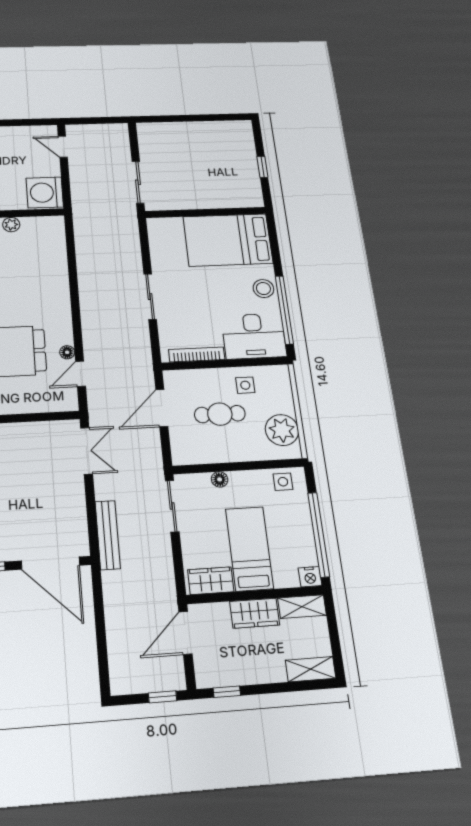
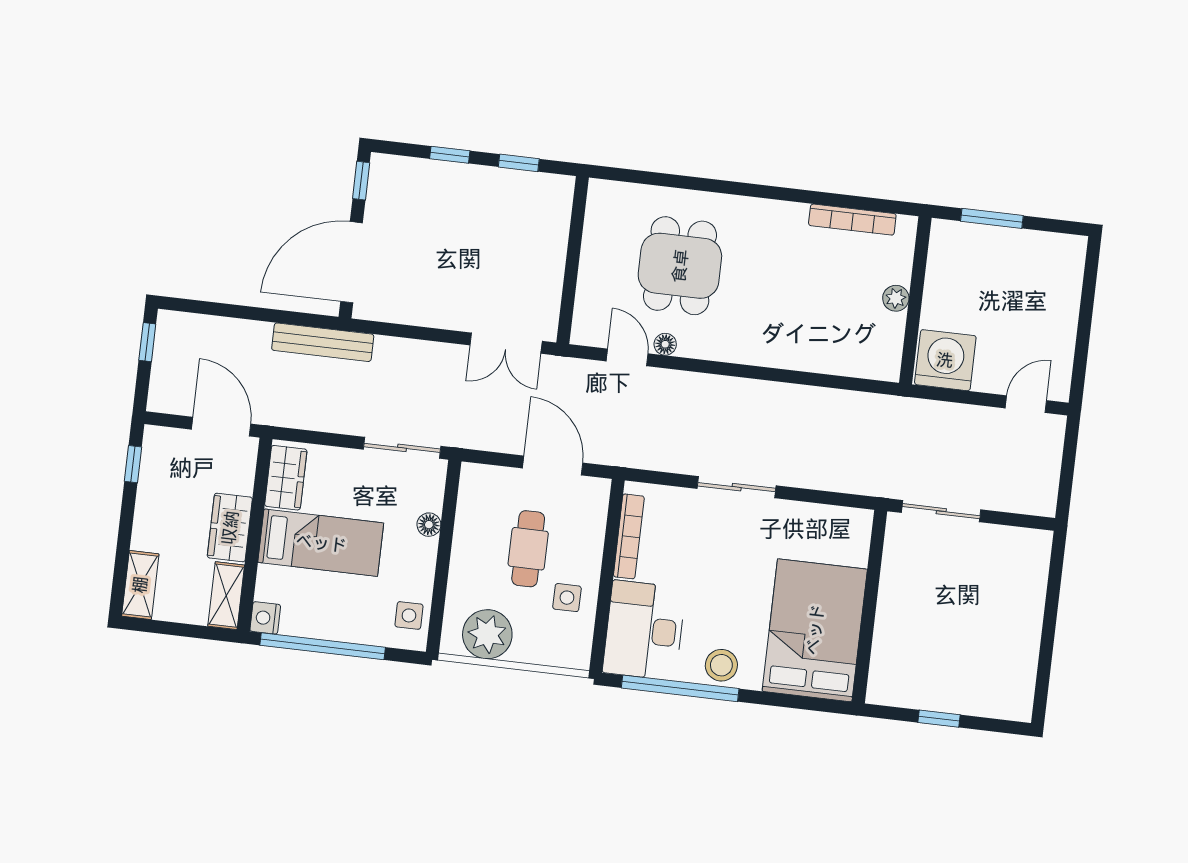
bench: (108, 535) -> (323, 342), moved
window: (163, 697) -> (147, 342), moved

